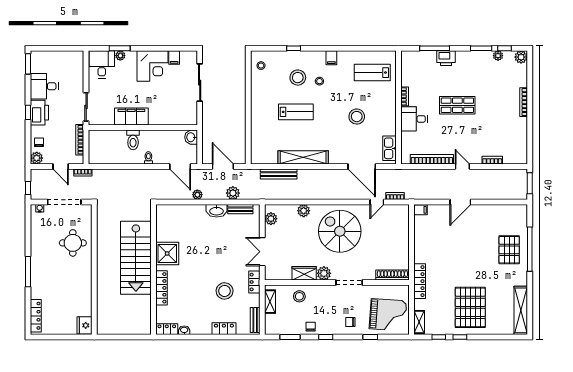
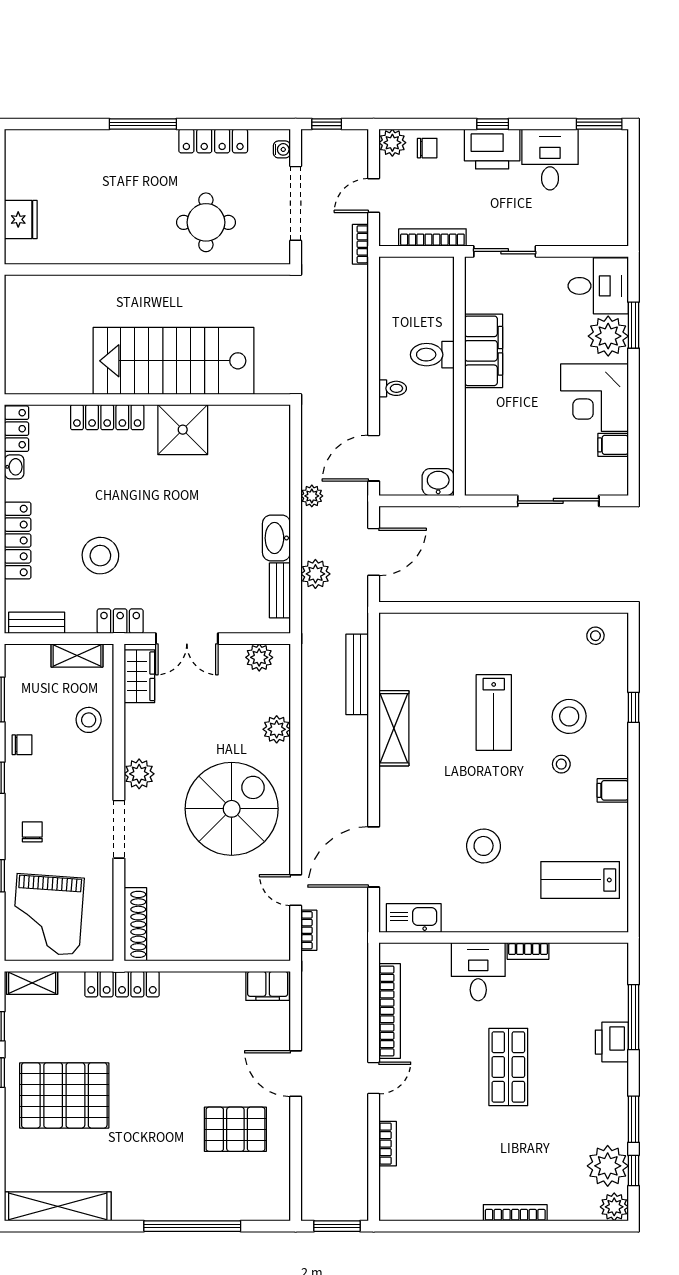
plant: (120, 56) -> (608, 336), width x1.88, depth x1.88
plant: (498, 56) -> (608, 1166), width x1.88, depth x1.88
lab bench: (372, 73) -> (580, 880), turned -90
shelving: (303, 157) -> (394, 728), width x0.68
filing cabinet: (420, 210) -> (268, 986), width x2.00
pallet: (509, 250) -> (235, 1129), moved
double door: (262, 252) -> (187, 639), swing flipped
wardrobe: (304, 273) -> (139, 676), moved
locker: (36, 316) -> (213, 141), moved
fridge: (84, 325) -> (21, 219), moved, turned 90
locker: (224, 329) -> (18, 540), width x1.53

